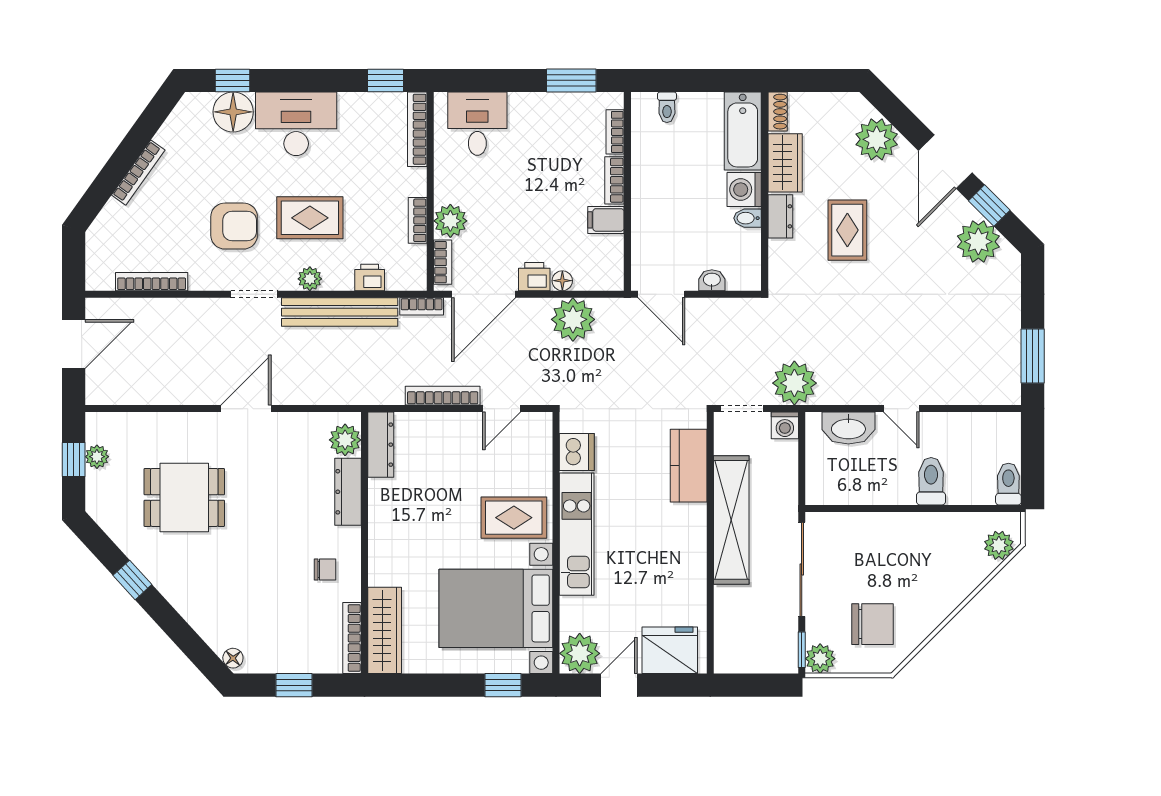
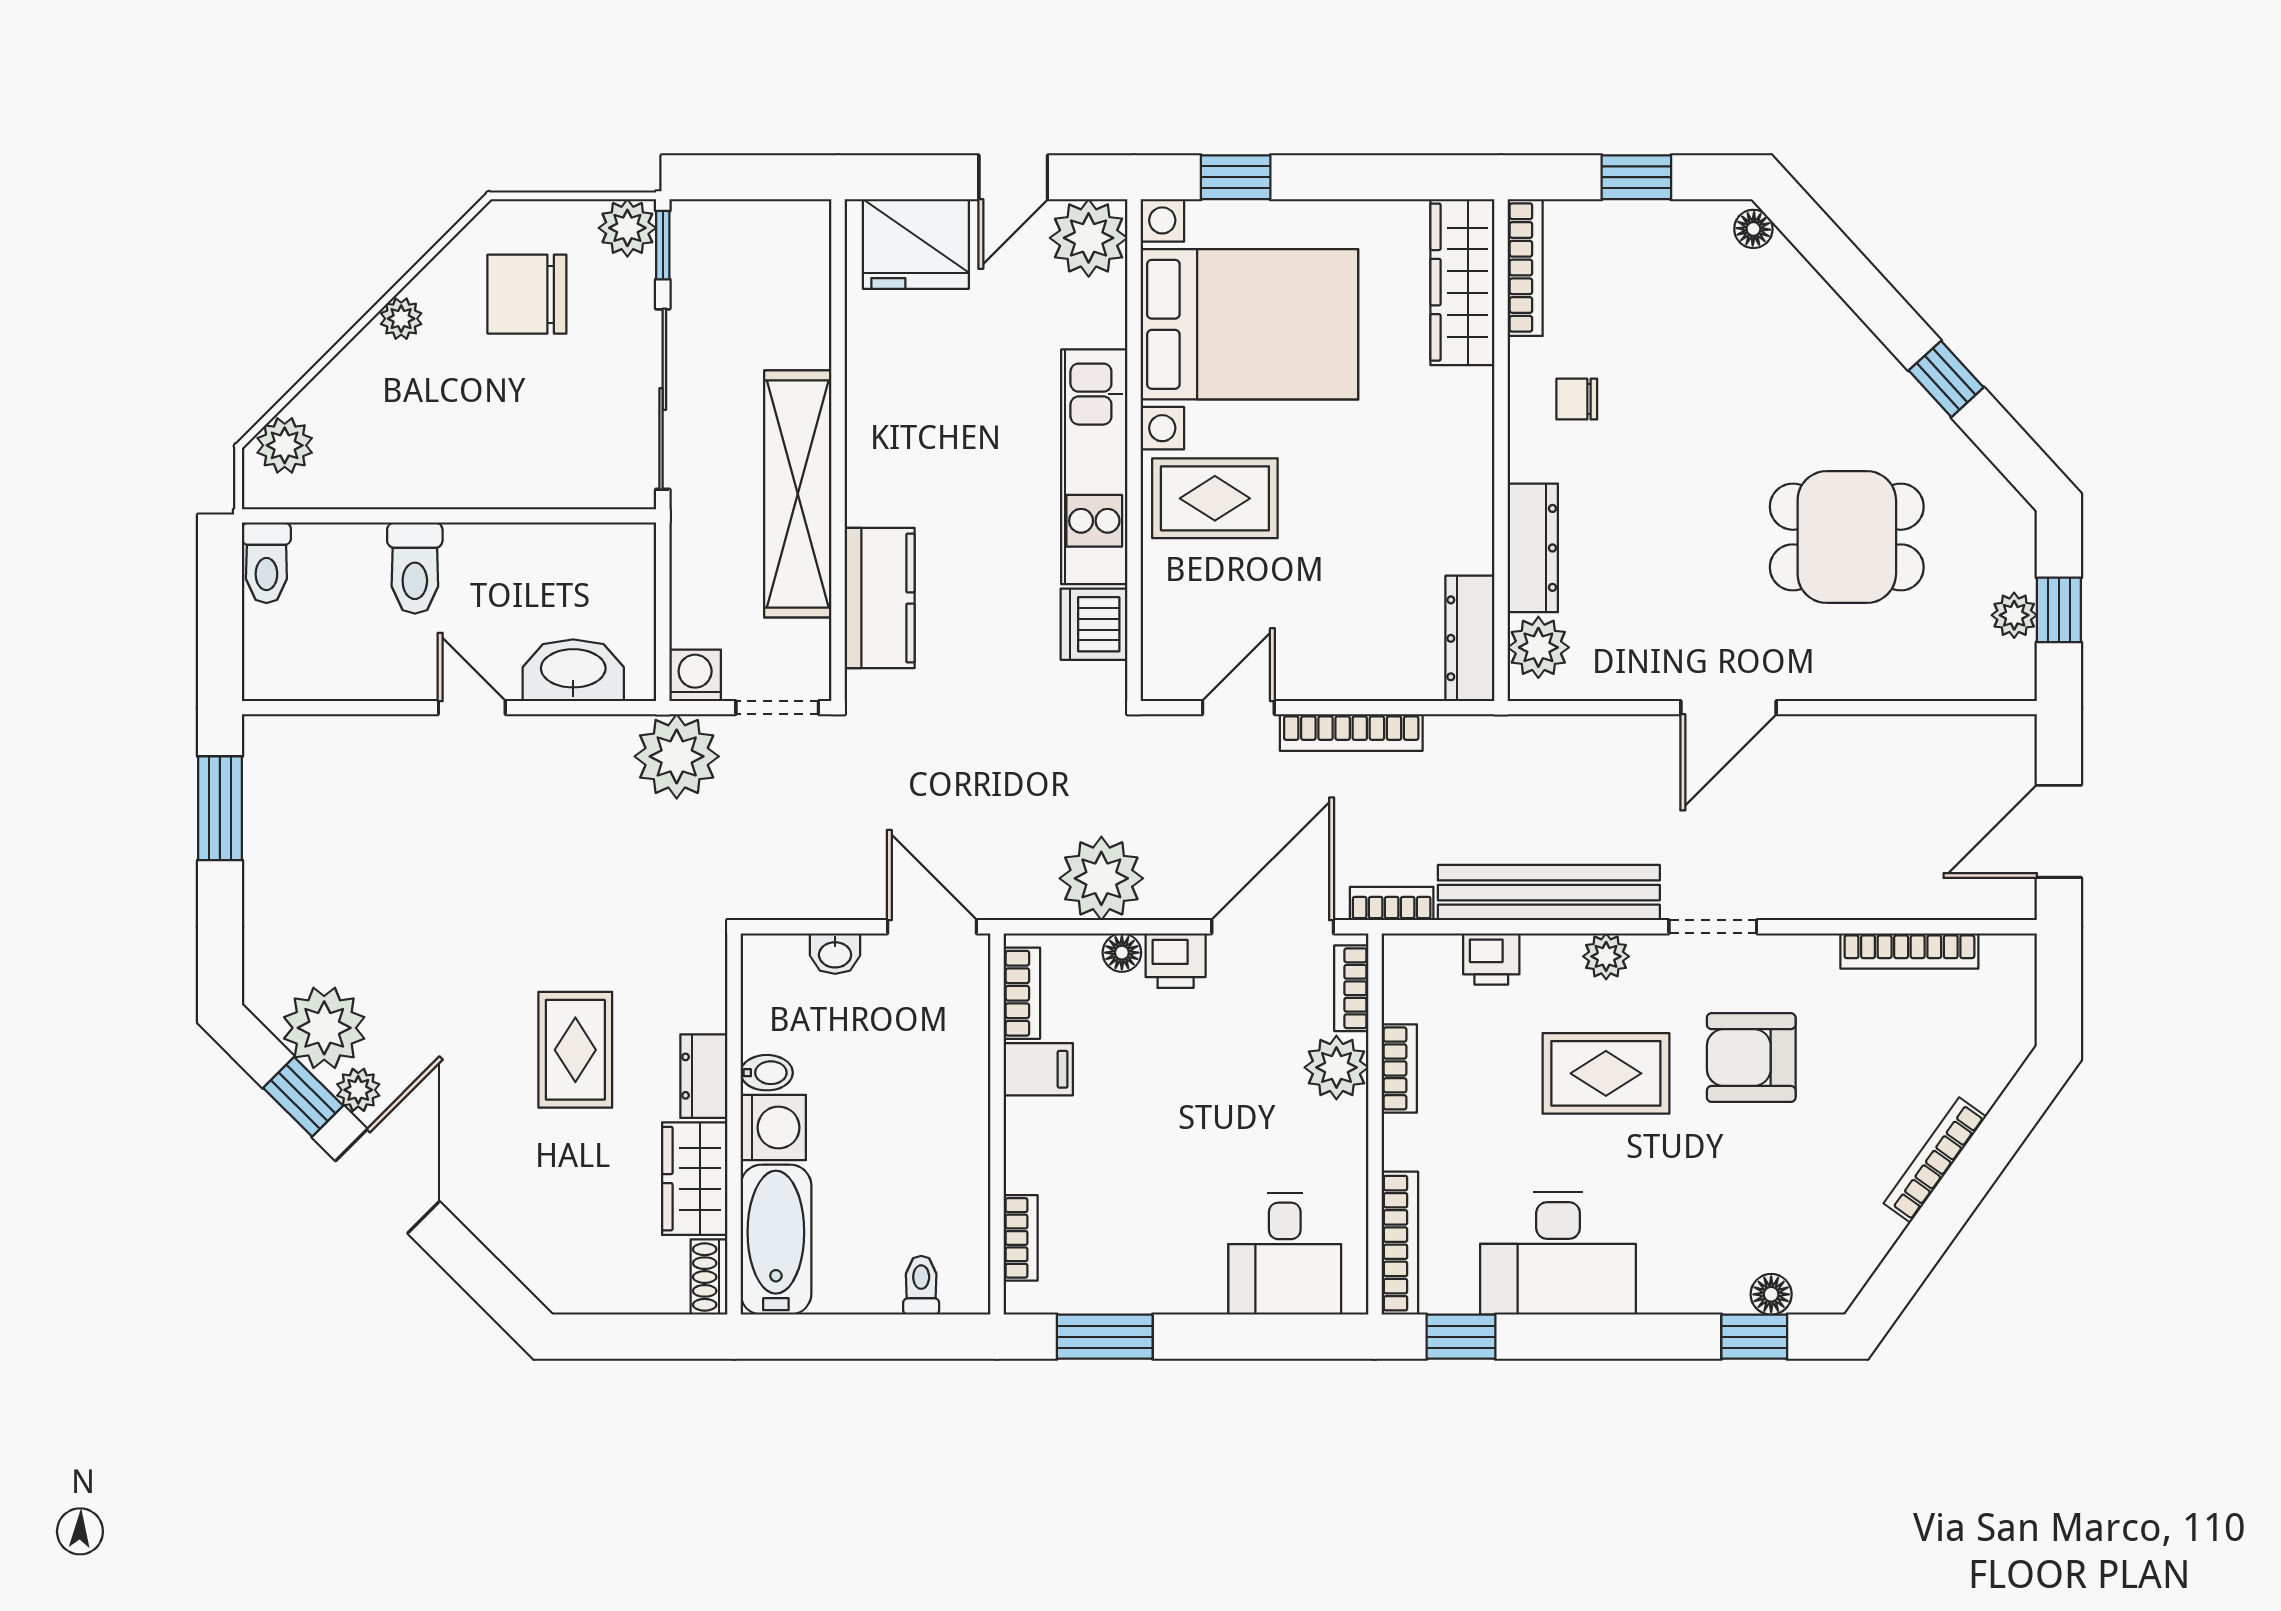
floor lamp: (233, 112) -> (1771, 1294), width x0.53, depth x0.53
desk: (296, 124) -> (1558, 1254), moved
plant: (877, 139) -> (358, 1090), moved, width x0.53, depth x0.53
bookcase: (614, 180) -> (1022, 993), moved
plant: (938, 611) -> (401, 319), added

